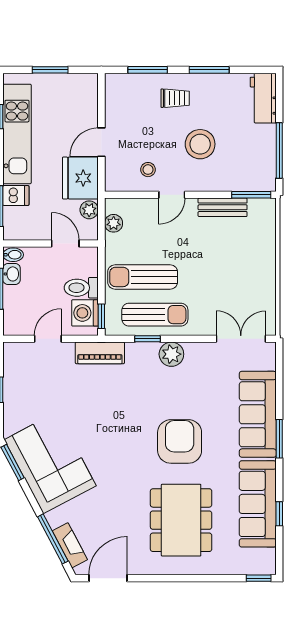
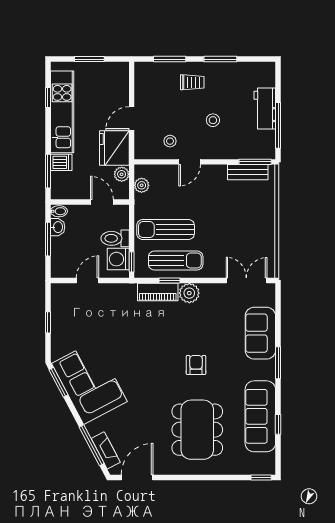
workbench: (263, 98) -> (265, 108), moved
stool: (200, 144) -> (213, 120), width x0.53, depth x0.53
bench: (223, 207) -> (248, 172), moved
piano: (100, 353) -> (158, 292), moved
sofa: (258, 414) -> (260, 333), width x0.73
armchair: (180, 441) -> (196, 365), width x0.53, depth x0.53

